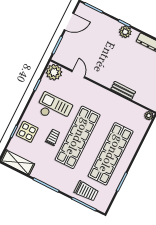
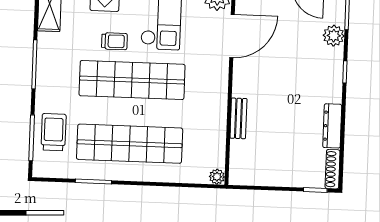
plant: (125, 32) -> (334, 36), moved
door: (78, 74) -> (232, 36), width x1.87
trolley: (86, 191) -> (54, 132), turned 180

